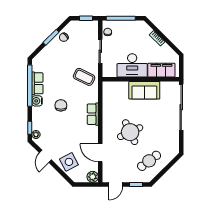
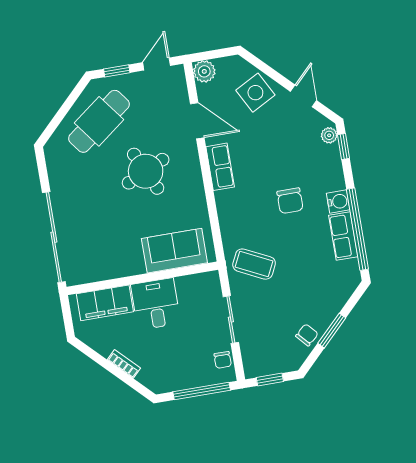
desk: (132, 65) -> (156, 304), width x0.73
sofa: (144, 90) -> (174, 251), moved
row of seats: (93, 114) -> (220, 167), moved
cafe table: (149, 161) -> (99, 121), width x1.37, depth x1.35

